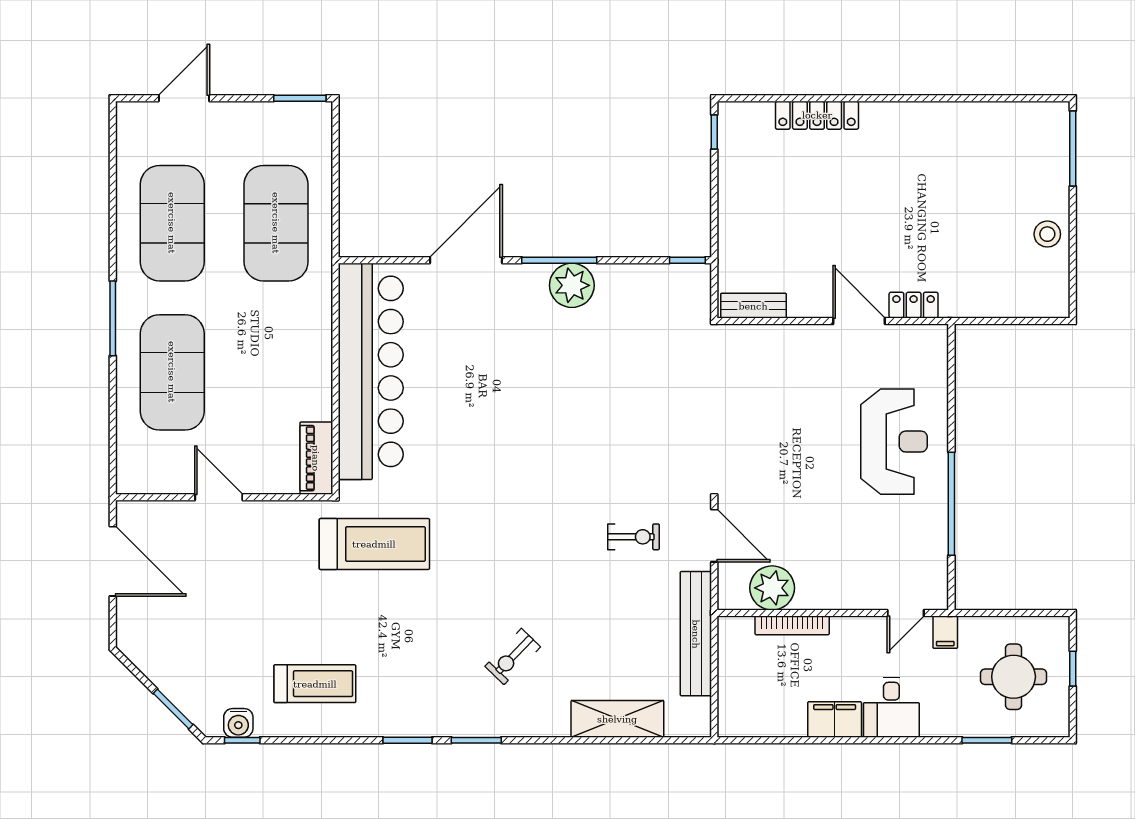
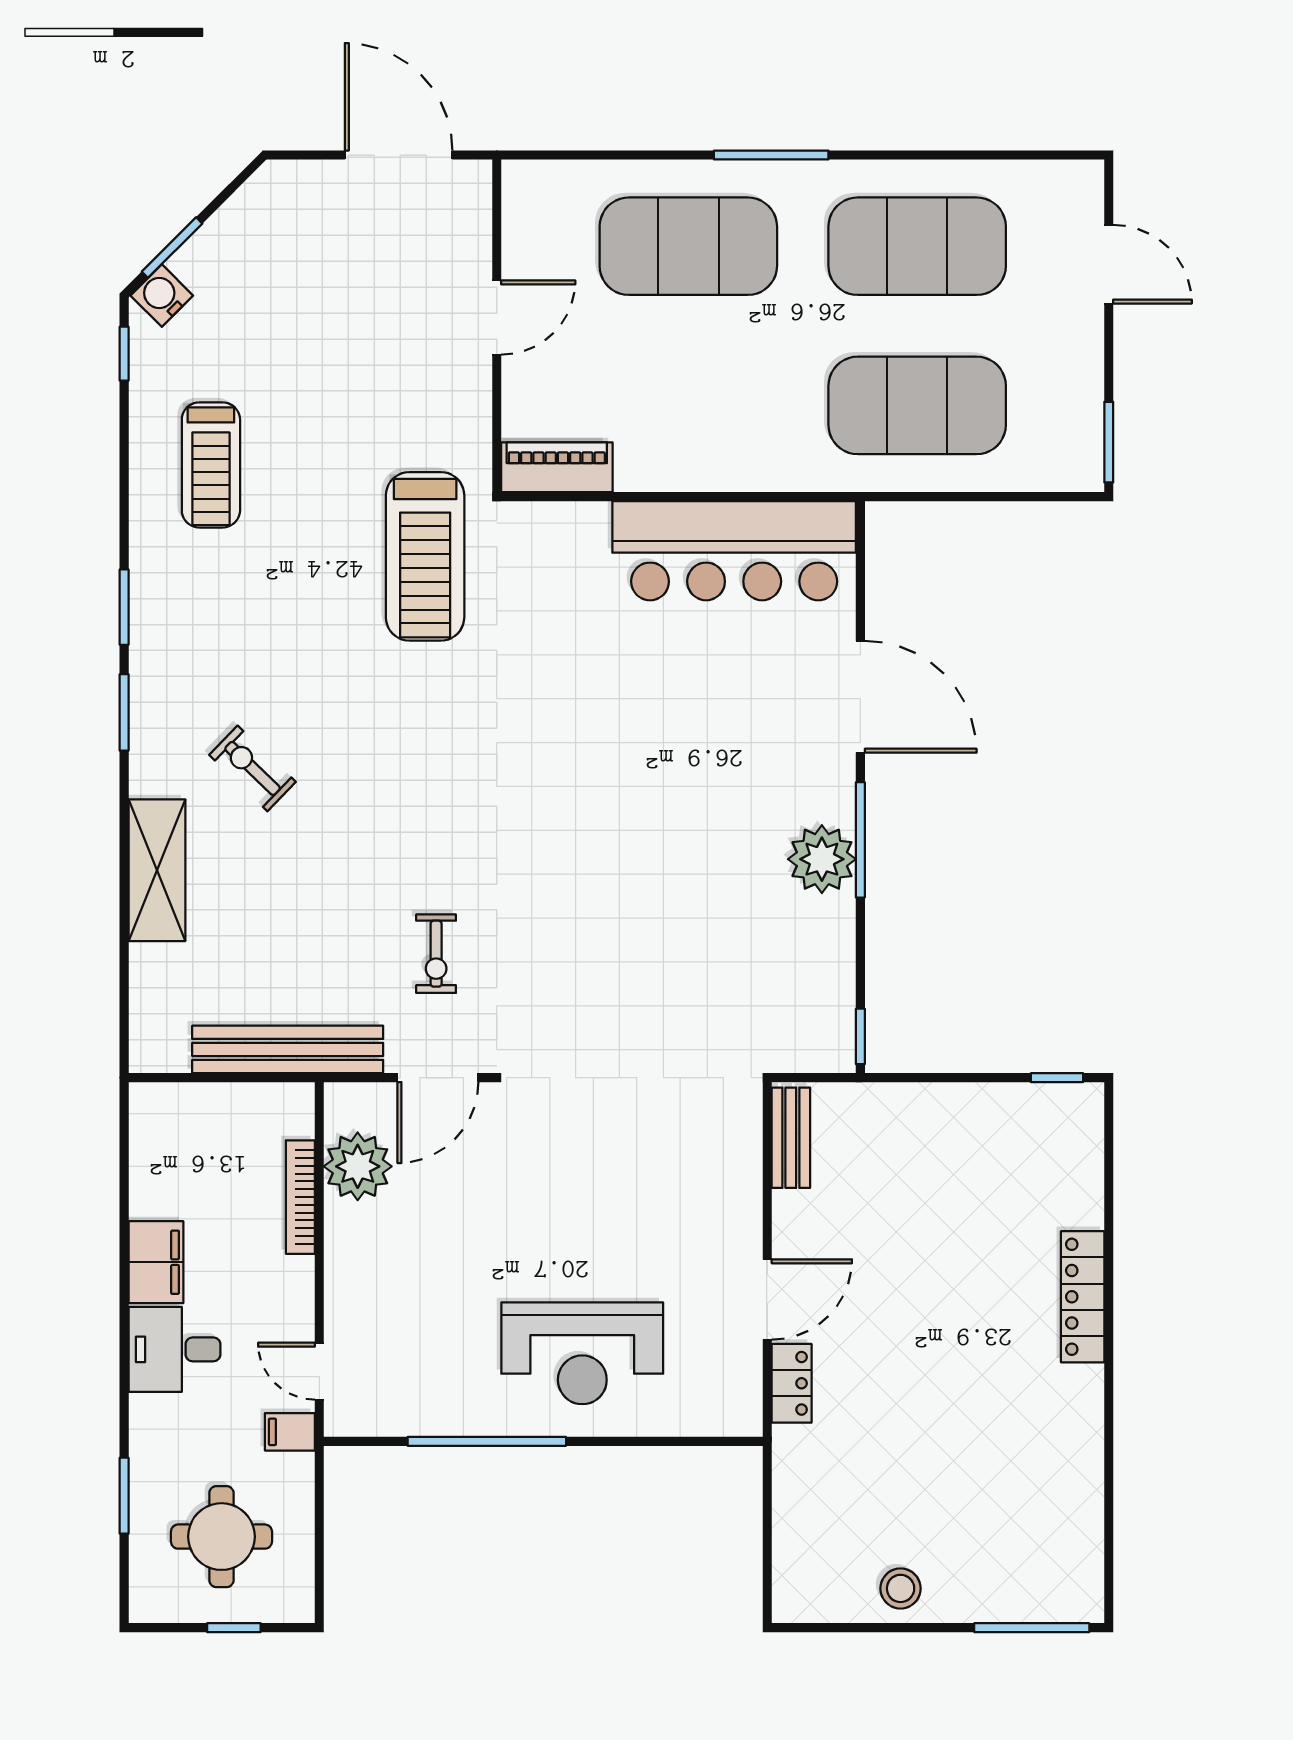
locker: (817, 115) -> (1083, 1297), moved
bar counter: (371, 371) -> (734, 551), width x0.73
door: (113, 561) -> (399, 155), swing flipped
shelving: (617, 719) -> (157, 870), moved
water cooler: (238, 723) -> (162, 296), moved, turned 45

